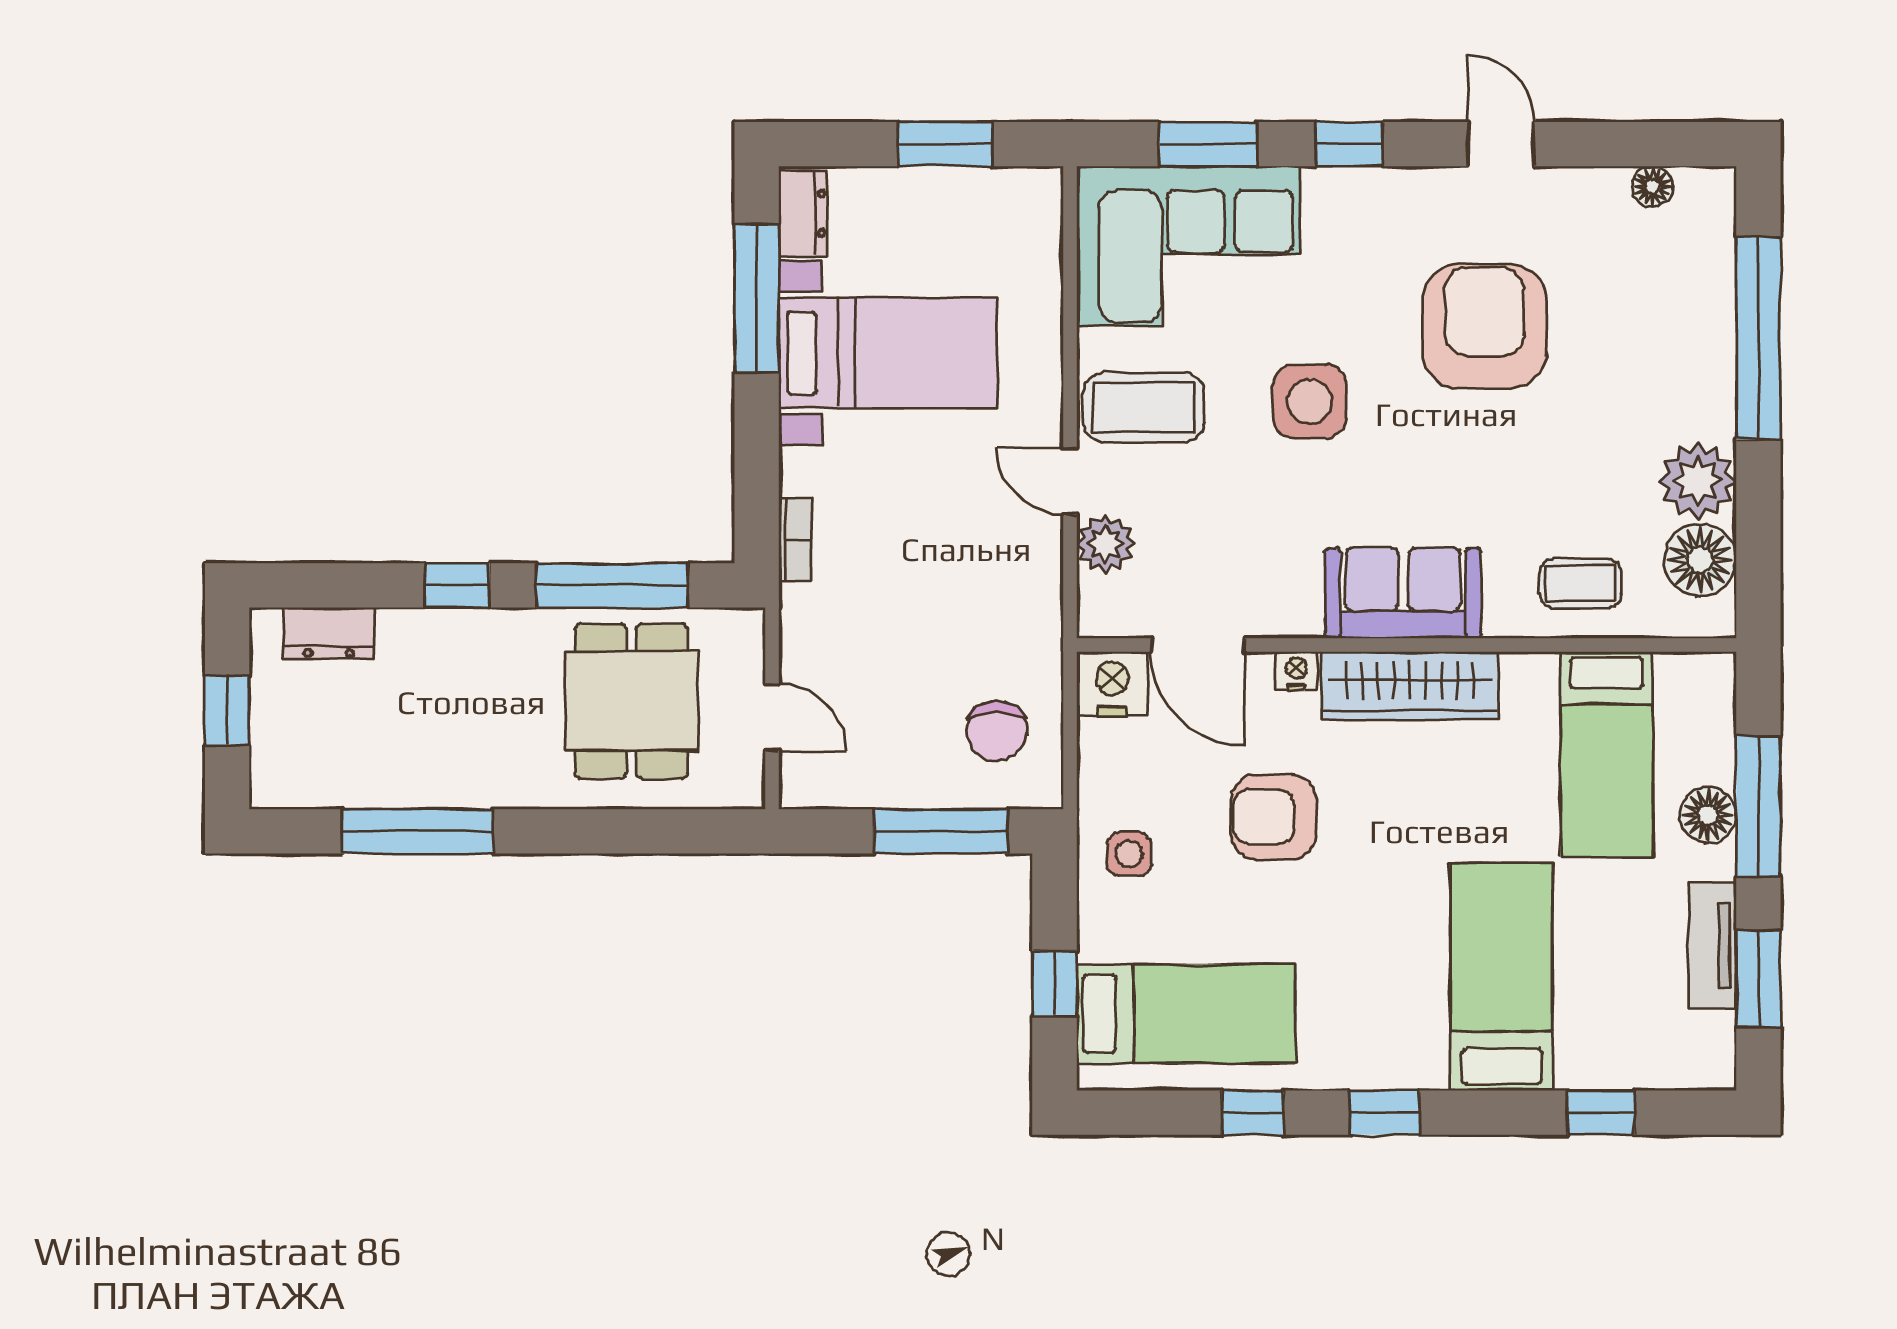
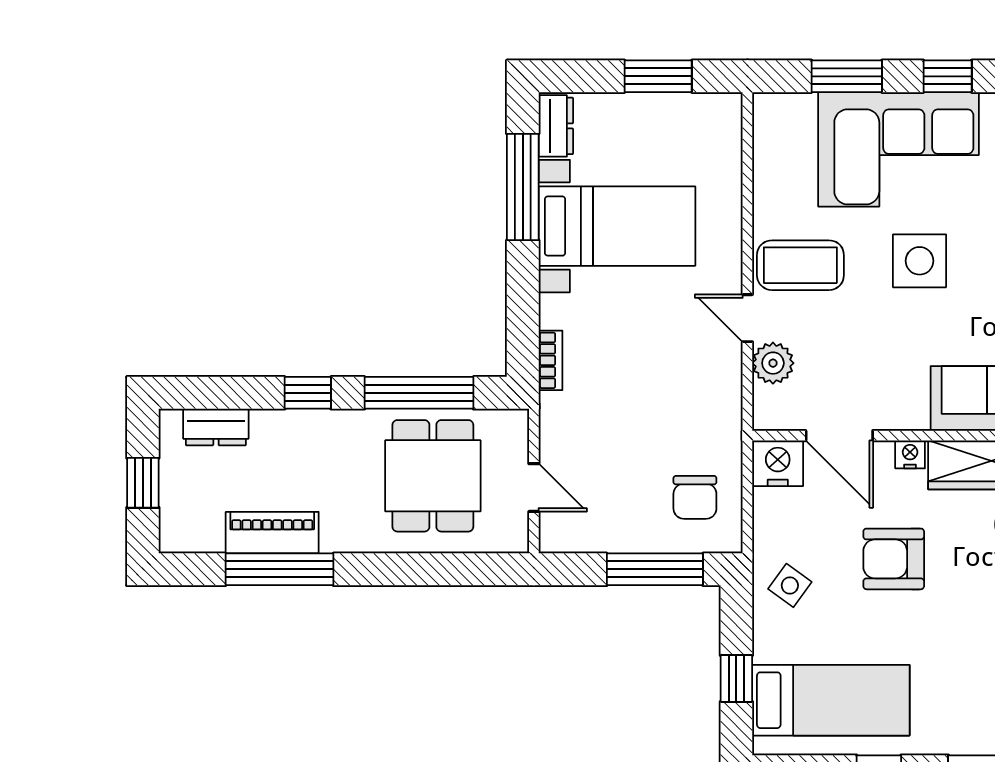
corner sofa: (1189, 246) -> (899, 149), moved
piano: (407, 780) -> (272, 533), added
side table: (1129, 854) -> (790, 585), turned 36

